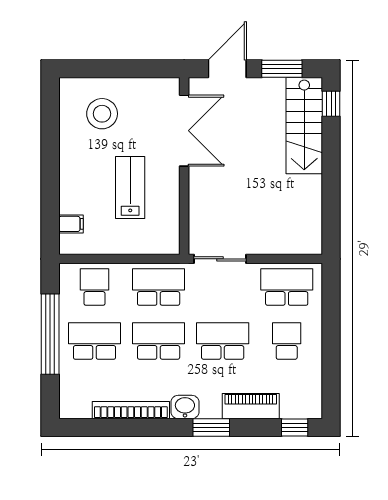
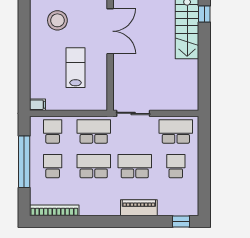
filing cabinet: (71, 224) -> (38, 105), moved
school desk: (94, 341) -> (53, 166), width x0.54
piano: (251, 406) -> (139, 208), moved
washbasin: (185, 407) -> (111, 208), removed
bookcase: (131, 410) -> (54, 210), moved
window: (211, 427) -> (128, 221), removed

